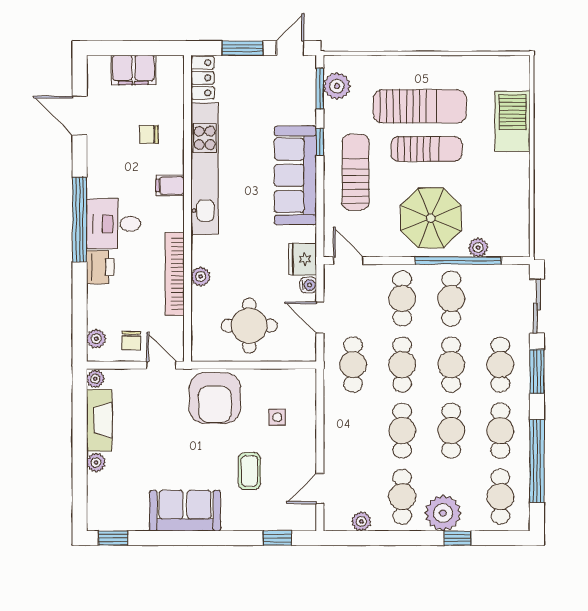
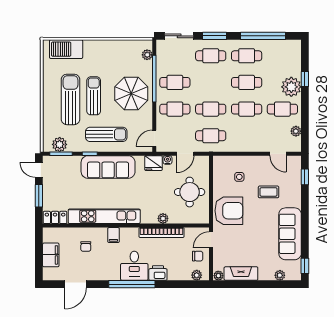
barbecue: (512, 121) -> (66, 49), moved
sun lounger: (356, 172) -> (106, 134), turned 180
plant: (478, 248) -> (147, 55), moved
cafe table: (451, 365) -> (211, 82), removed
plant: (96, 462) -> (280, 275), moved
cafe table: (500, 497) -> (282, 56), removed
sofa: (185, 511) -> (290, 234), width x1.36

